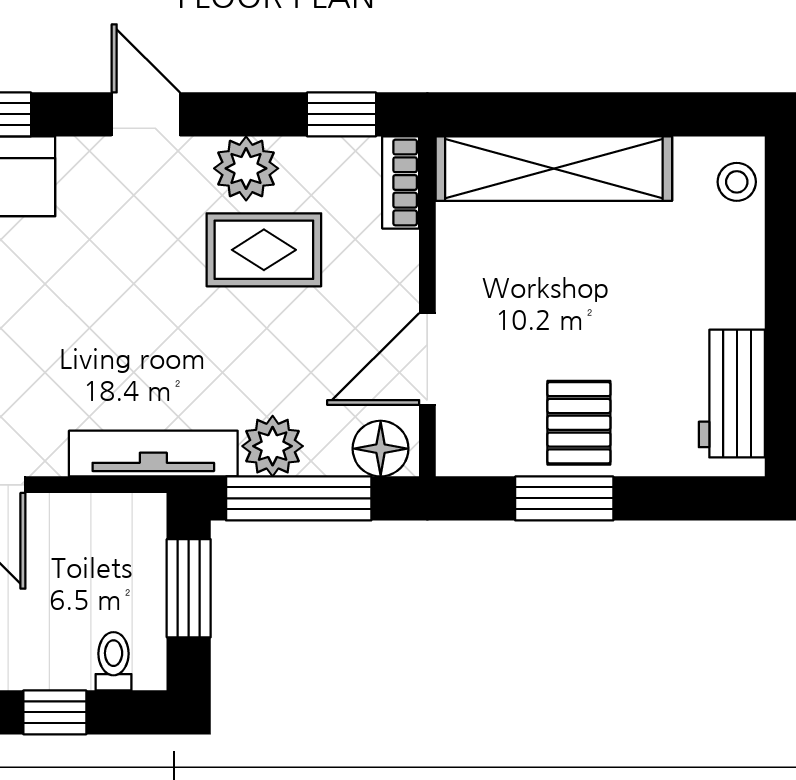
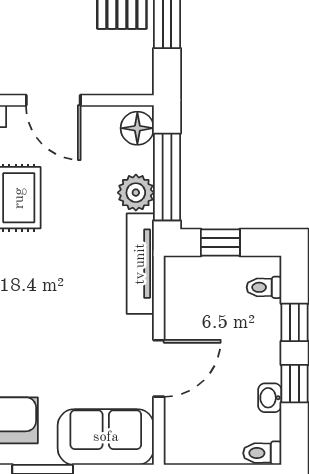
door: (427, 359) -> (53, 100), moved
window: (189, 588) -> (220, 243), width x0.67

